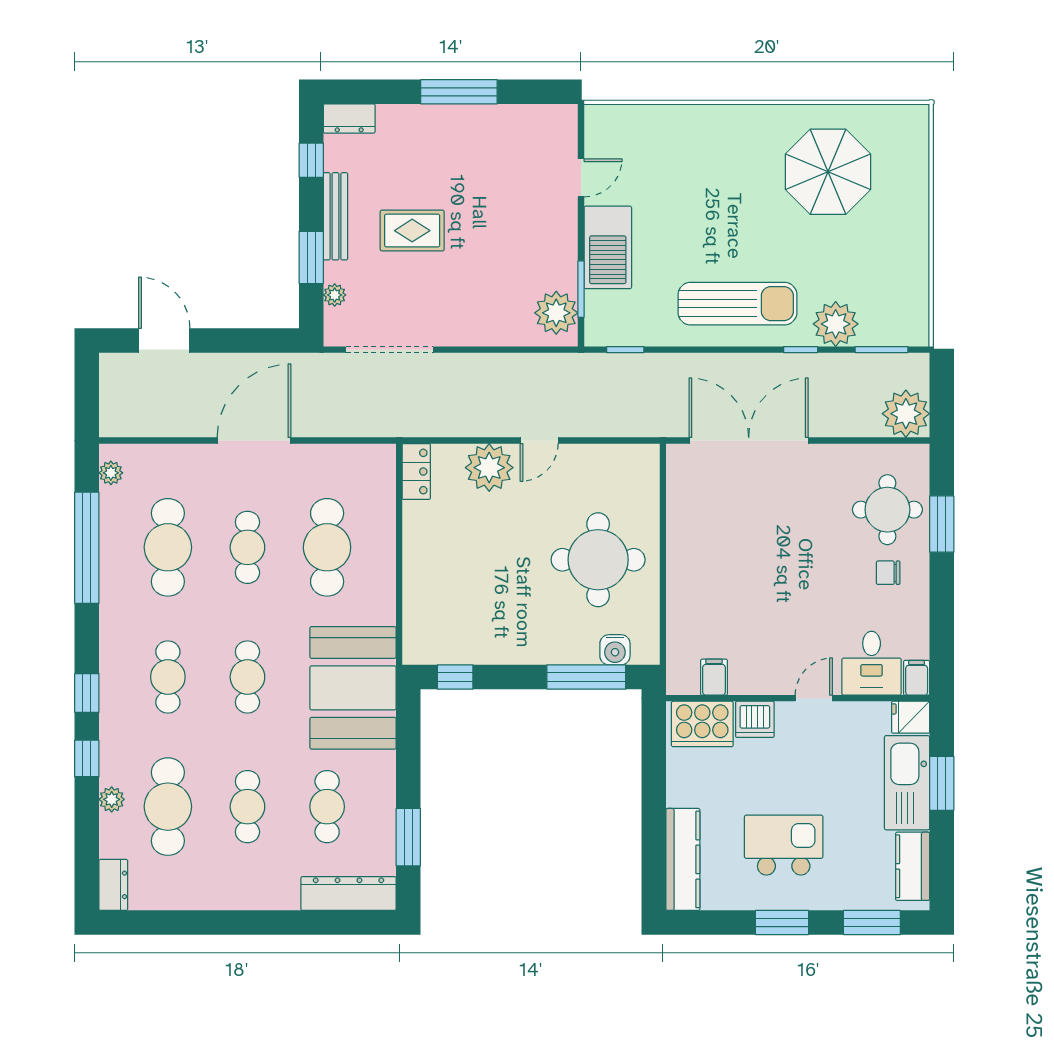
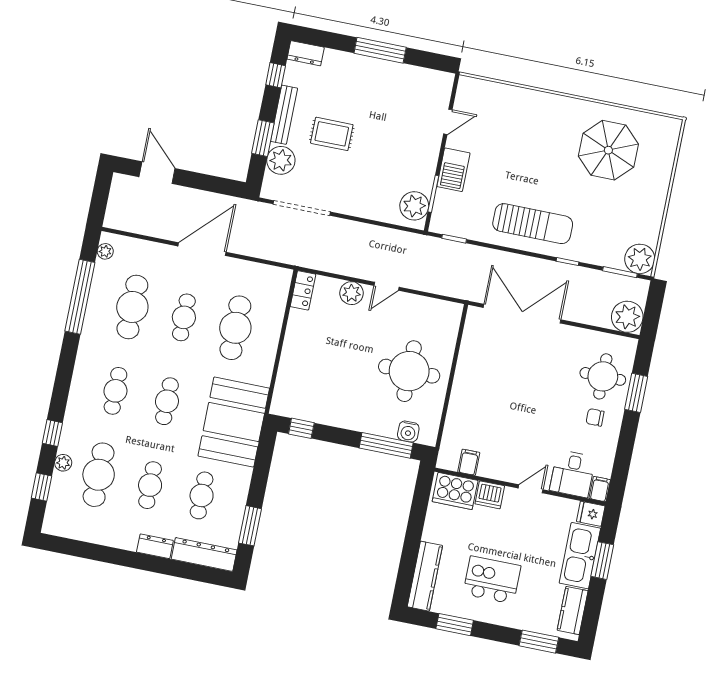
barbecue: (608, 247) -> (453, 170), width x0.73, depth x0.83
plant: (335, 295) -> (281, 160), width x1.87, depth x1.87
plant: (836, 324) -> (640, 259), moved
plant: (489, 468) -> (352, 293), width x0.73, depth x0.73
window: (87, 693) -> (42, 487), moved
dresser: (113, 885) -> (155, 546), moved, turned -90
window: (782, 923) -> (455, 625), moved

